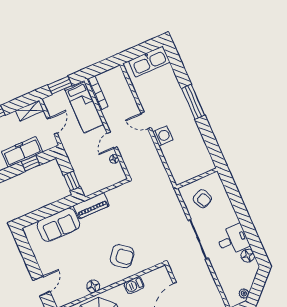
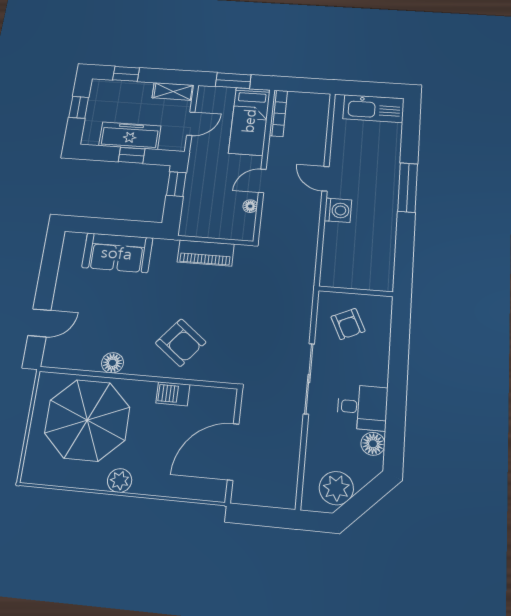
window: (72, 181) -> (176, 184), moved
piano: (91, 206) -> (206, 253), moved
plant: (244, 293) -> (336, 488), width x1.88, depth x1.88

